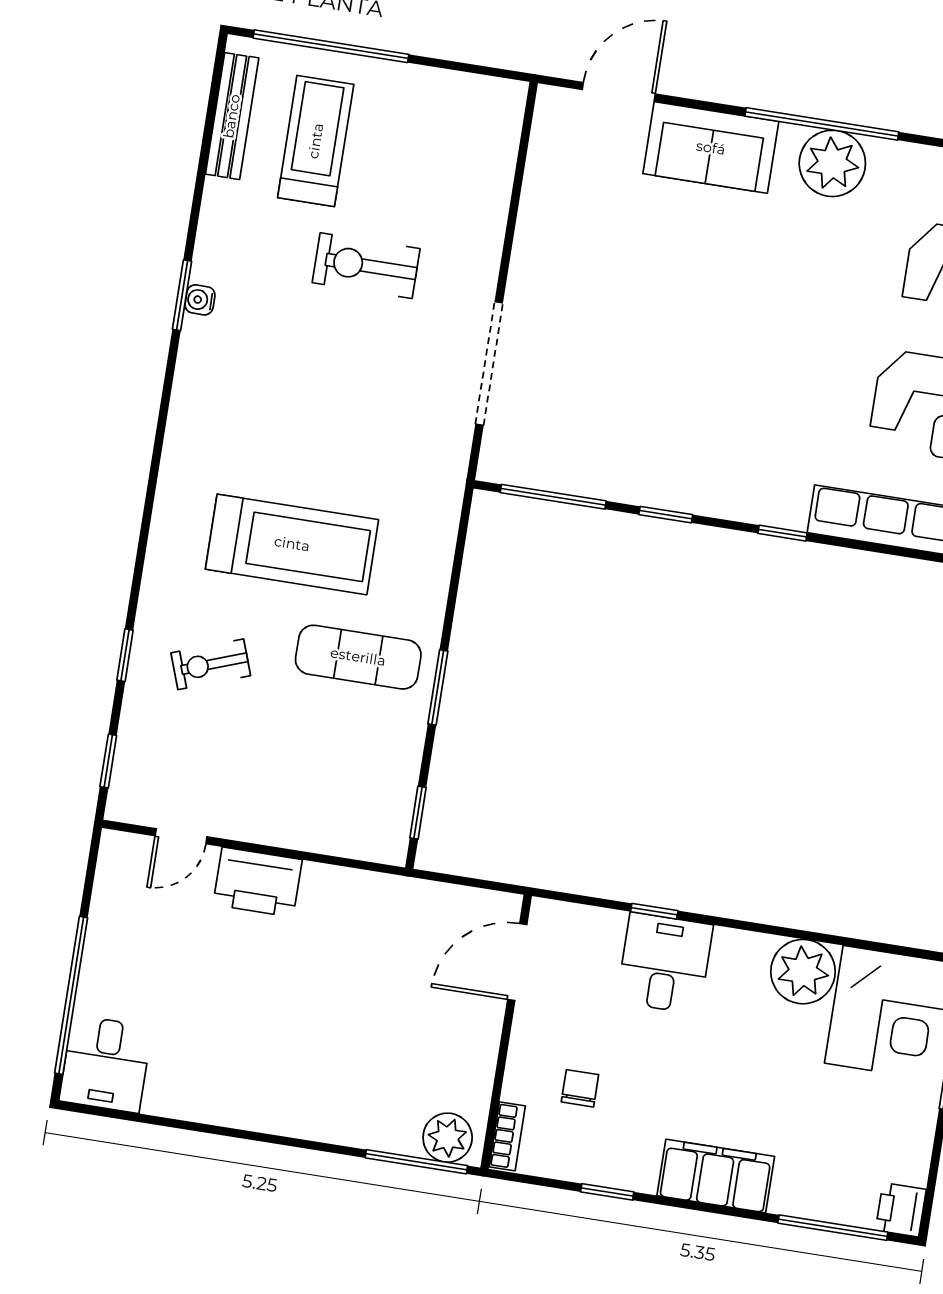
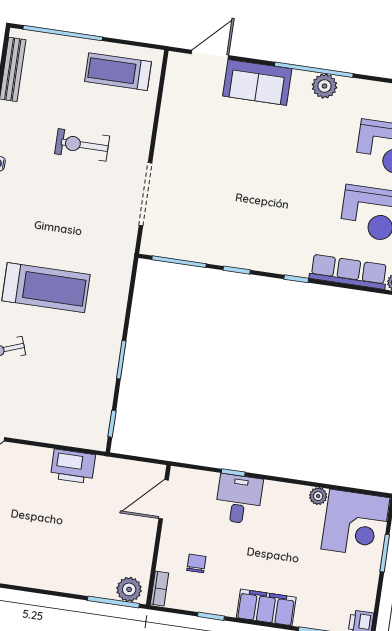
treadmill: (316, 141) -> (118, 72), moved, turned -90
plant: (832, 163) -> (325, 86), width x0.73, depth x0.73
exercise mat: (358, 657) -> (80, 345), removed
printer: (258, 882) -> (73, 466), moved
plant: (803, 972) -> (318, 496), width x0.53, depth x0.53

